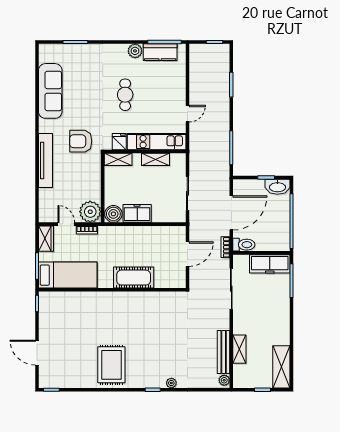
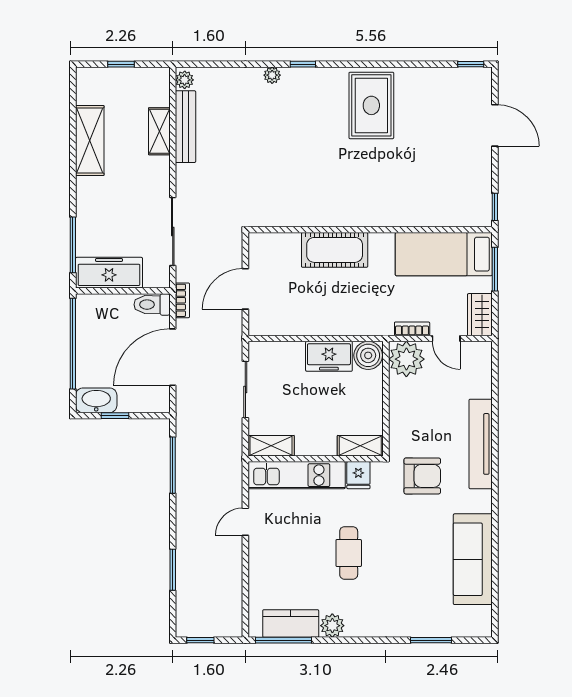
shelving: (156, 159) -> (271, 446), moved
shelving: (281, 367) -> (90, 140), moved

